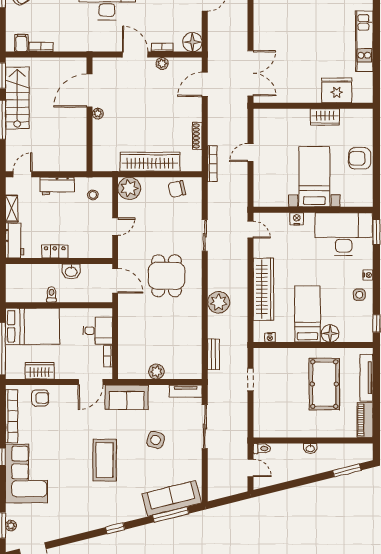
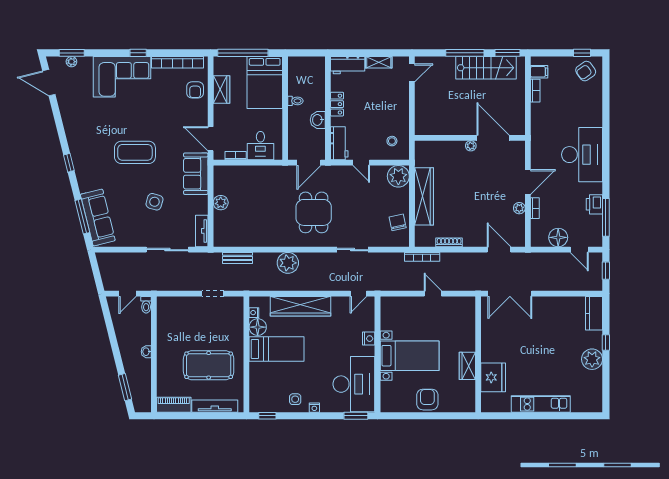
floor lamp: (192, 42) -> (558, 237), moved
door: (23, 174) -> (412, 73), hinge flipped
workbench: (57, 186) -> (339, 143), moved, turned 180
dining table: (167, 276) -> (314, 212), turned 90
floor lamp: (330, 333) -> (258, 327), moved

